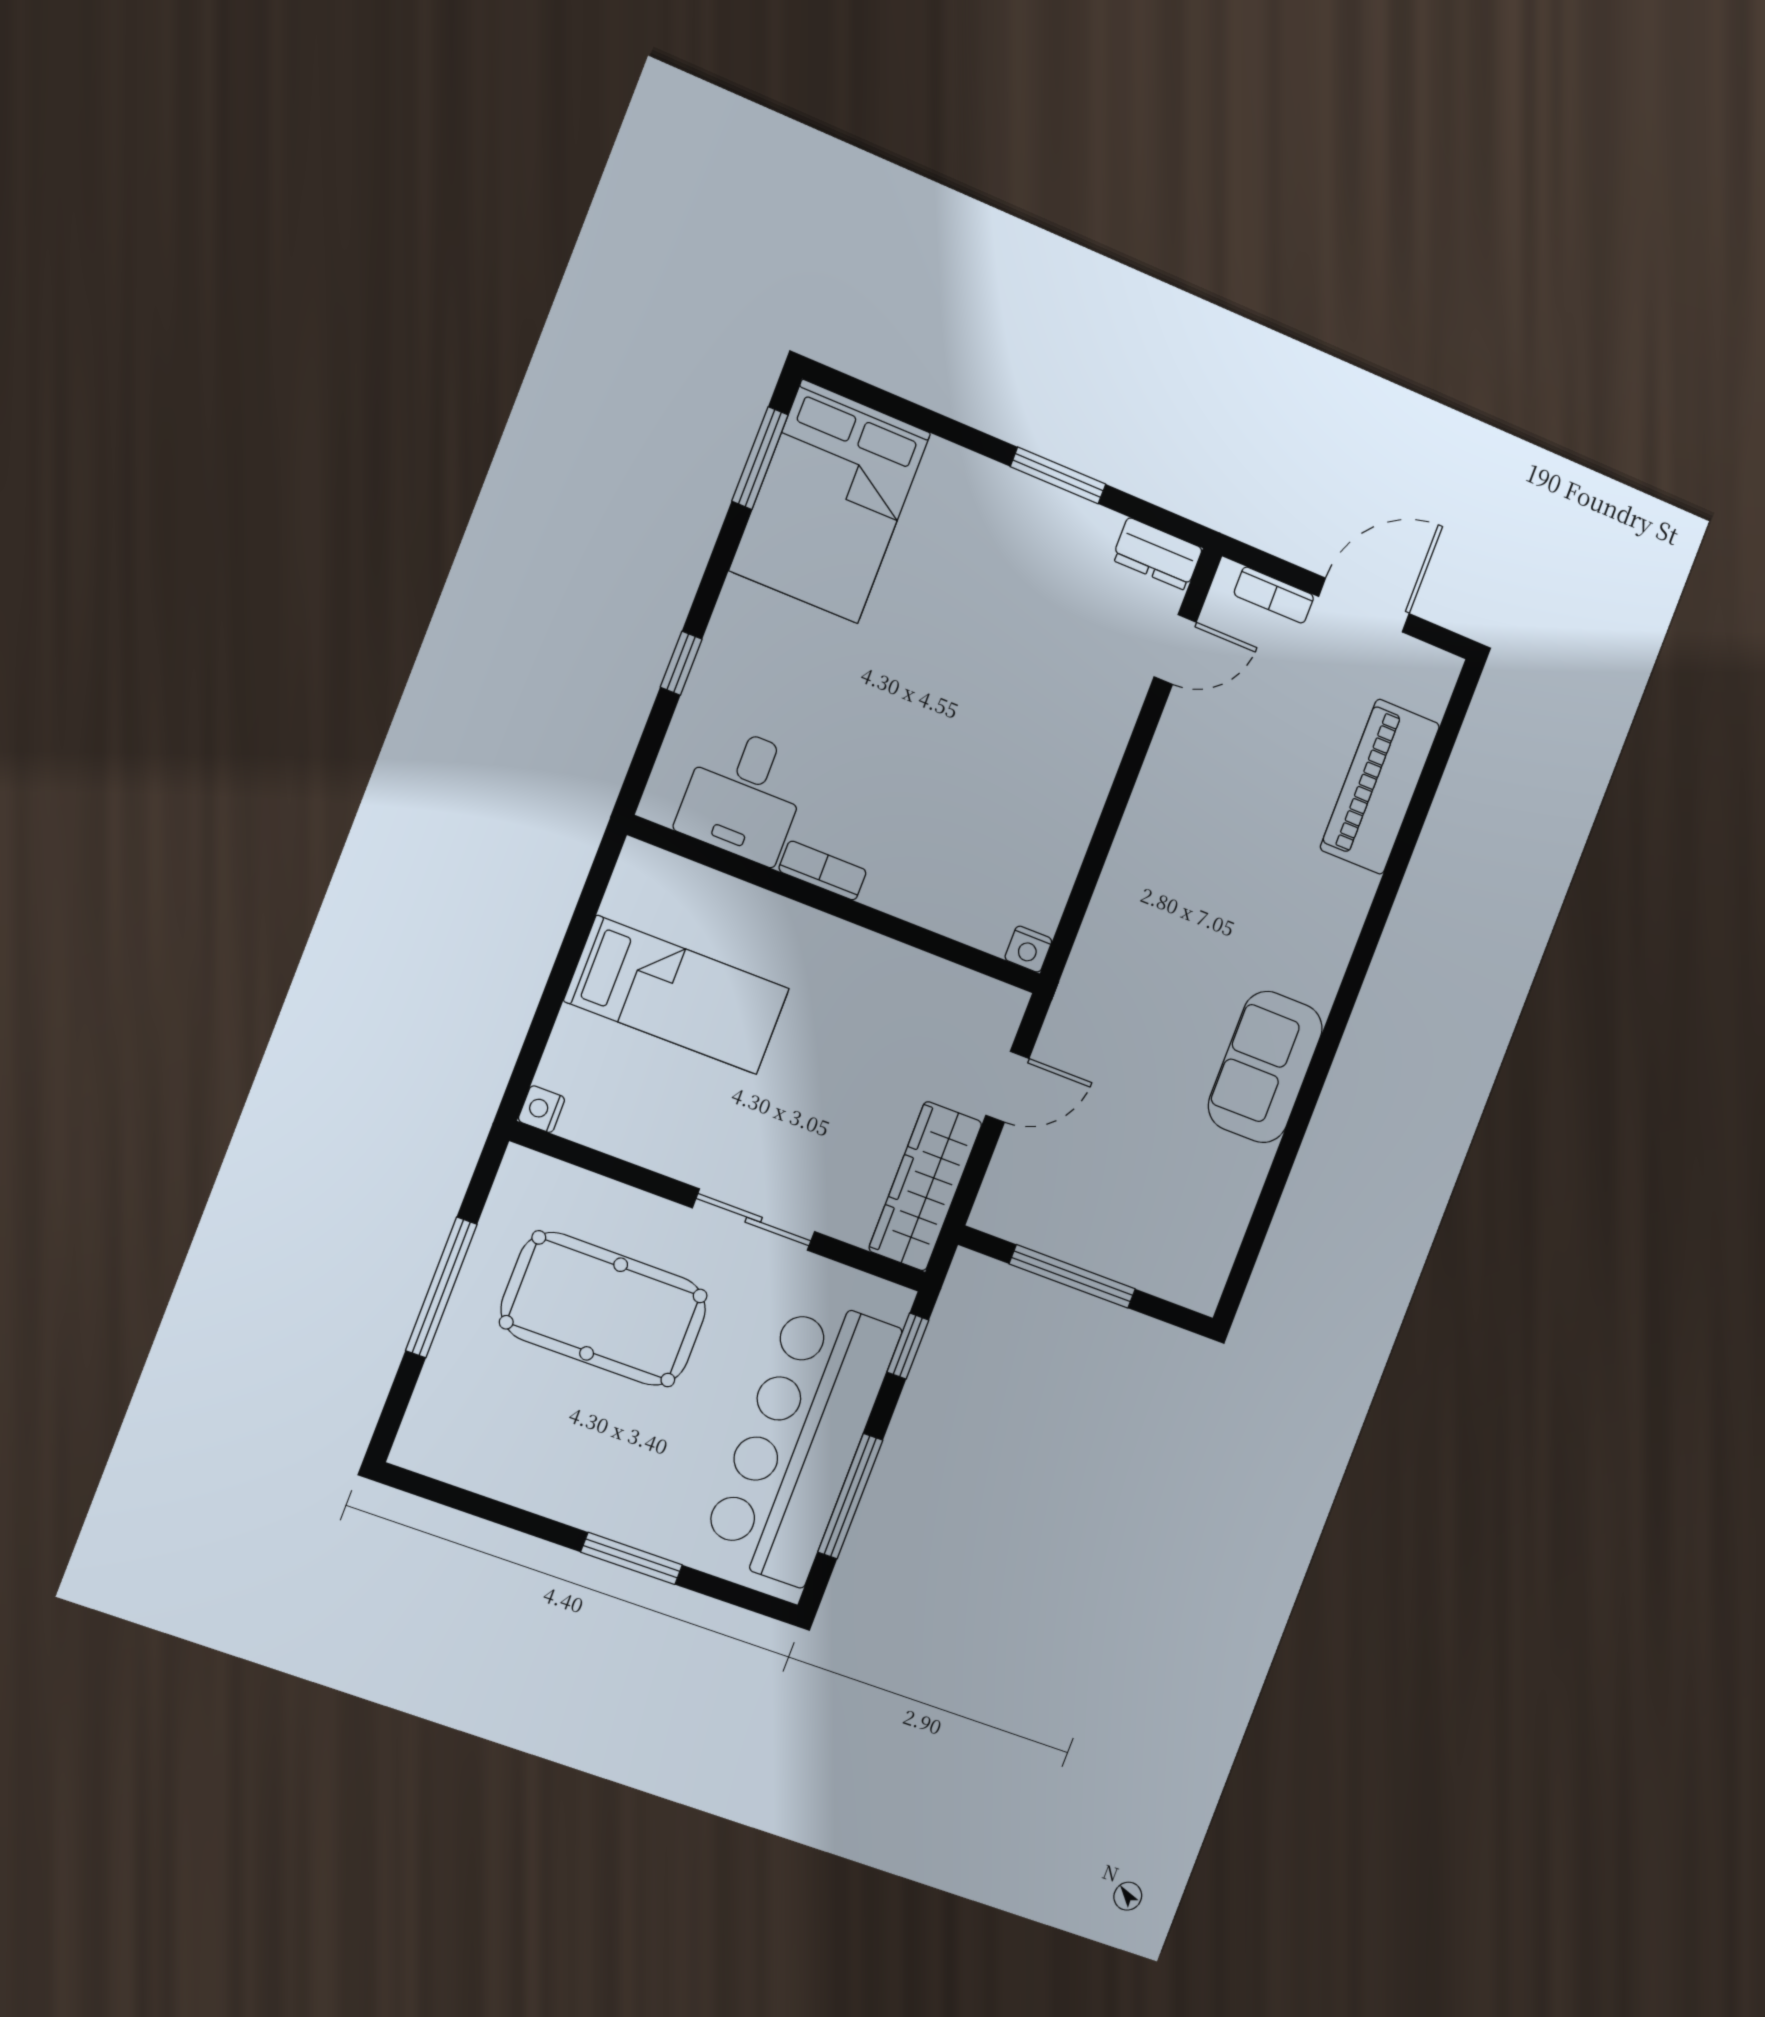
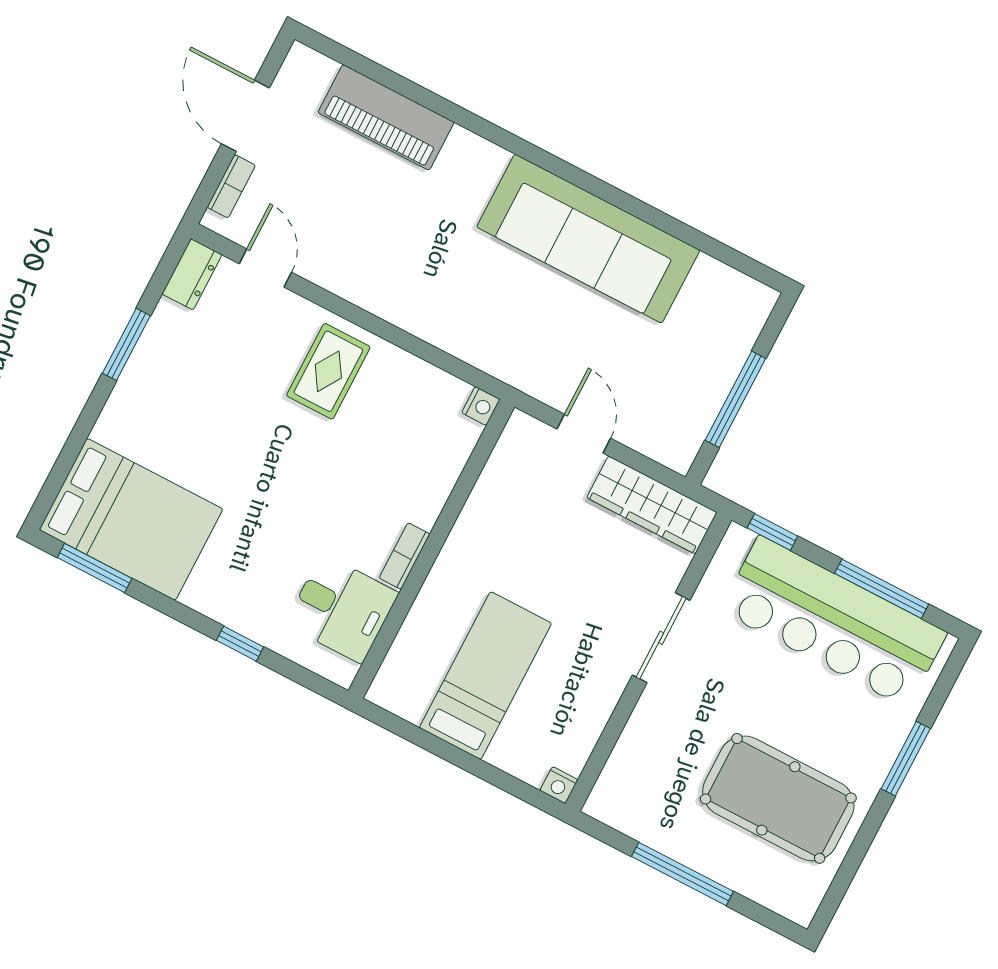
rug: (1052, 745) -> (328, 371), added
sofa: (1265, 1067) -> (588, 239), width x1.85, depth x1.27
pool table: (604, 1309) -> (778, 798), moved, turned 90

